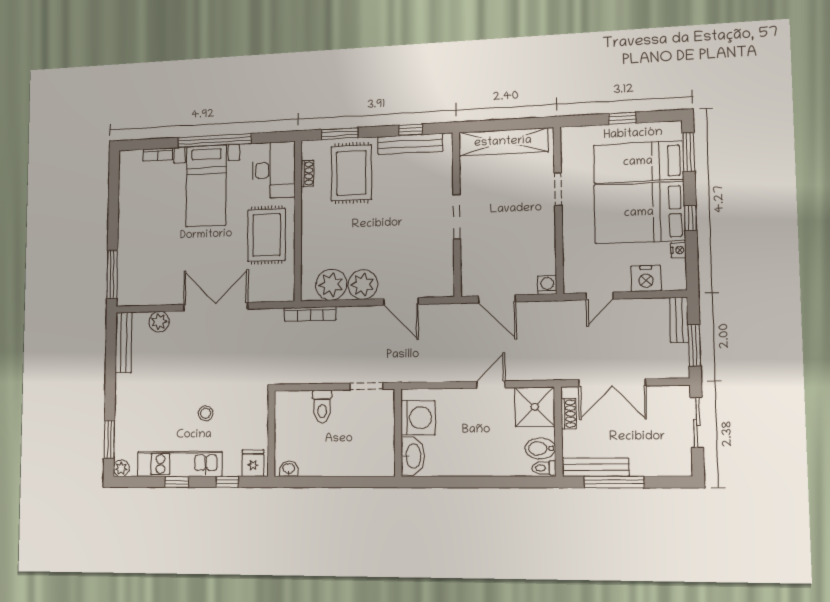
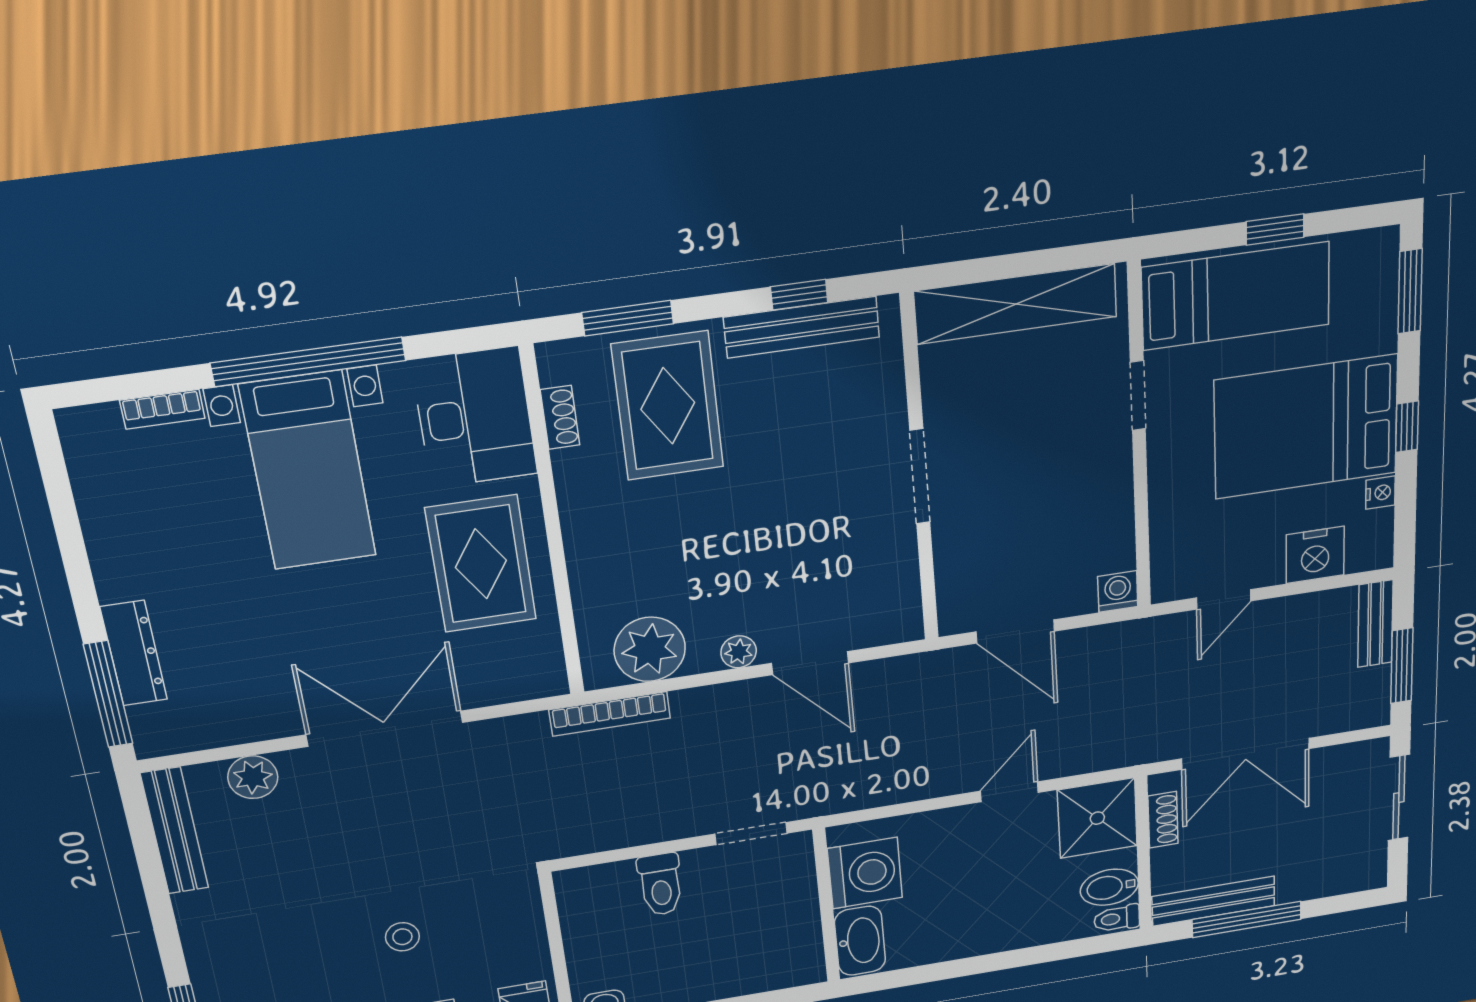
bed: (638, 162) -> (1236, 296), moved, turned 180
dresser: (126, 257) -> (134, 653), added
plant: (363, 285) -> (739, 652), width x0.53, depth x0.53

